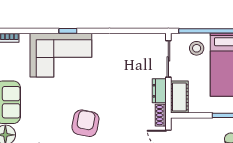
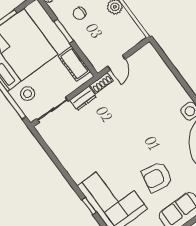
cot: (179, 97) -> (74, 64), moved, turned 90
armchair: (85, 123) -> (157, 177), moved

